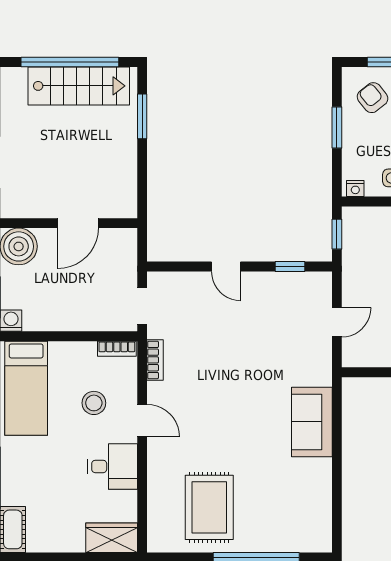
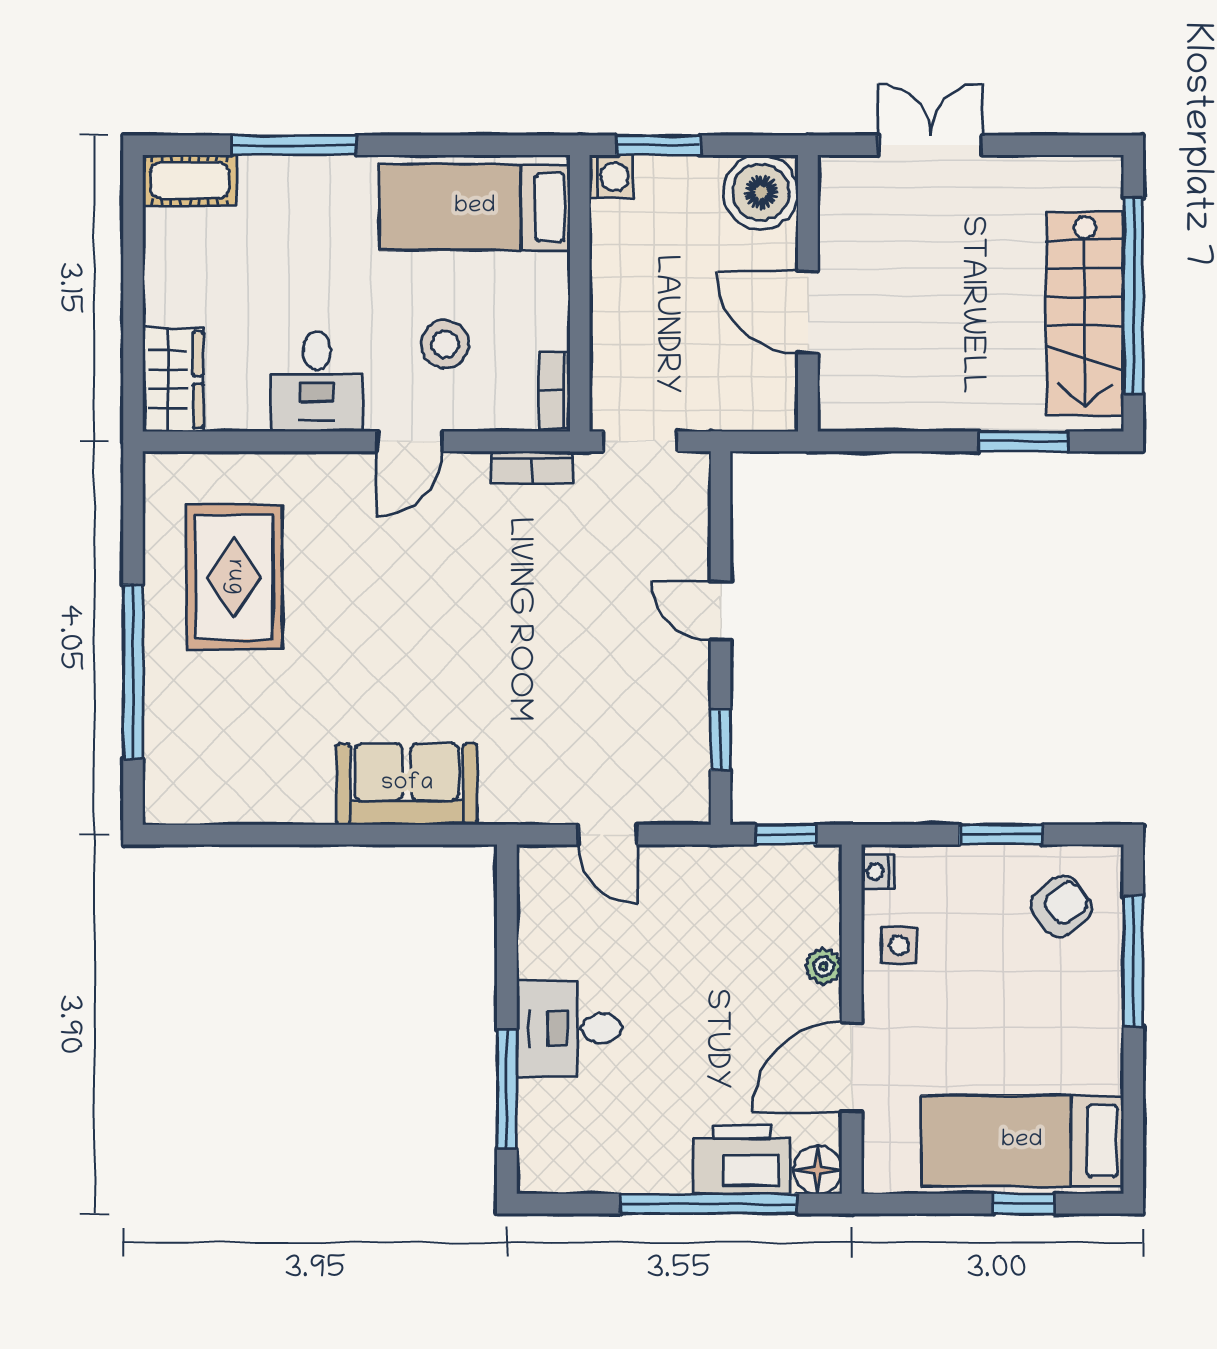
door: (226, 266) -> (721, 611), hinge flipped
rug: (209, 507) -> (234, 577), turned 90

